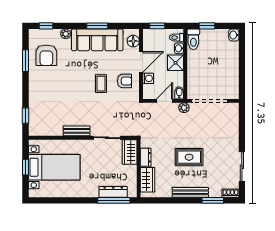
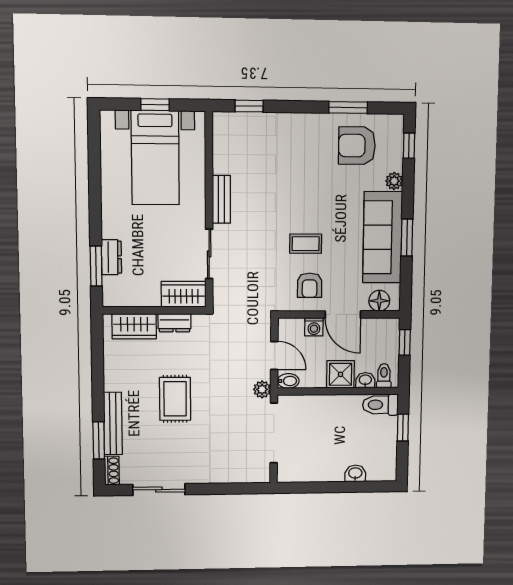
washbasin: (234, 35) -> (355, 473), moved
dresser: (113, 192) -> (111, 257), width x0.70
bench: (190, 192) -> (113, 424), moved
window: (114, 200) -> (96, 266), width x0.69

